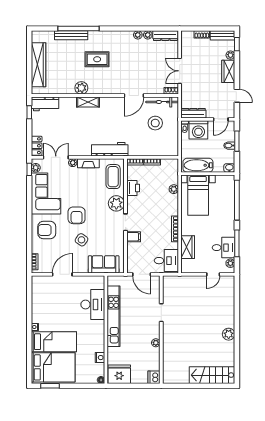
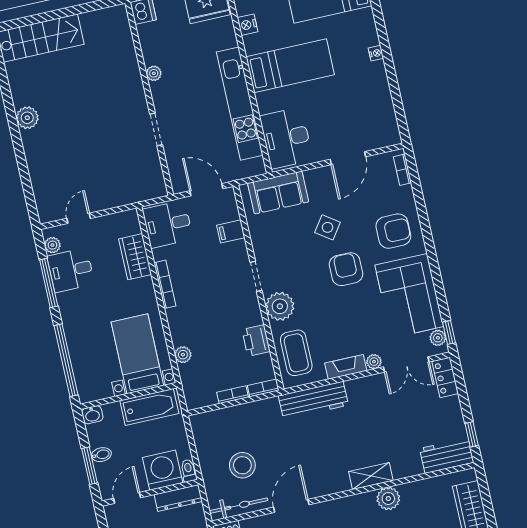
filing cabinet: (134, 237) -> (231, 231), moved
desk: (93, 304) -> (286, 138), moved
bed: (54, 342) -> (290, 66), moved, turned 180

